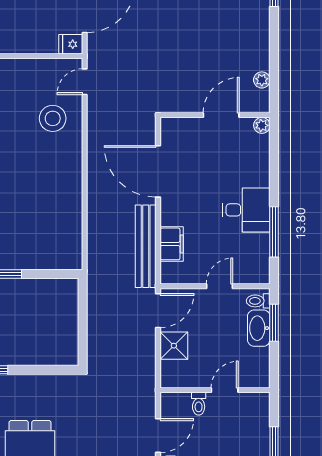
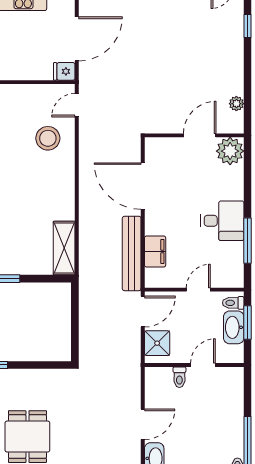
plant: (262, 125) -> (230, 151), width x1.87, depth x1.87
shelving: (71, 240) -> (64, 248), added
wall: (215, 390) -> (194, 365), moved
door: (225, 390) -> (203, 365), moved
toilet: (199, 404) -> (179, 377), moved

